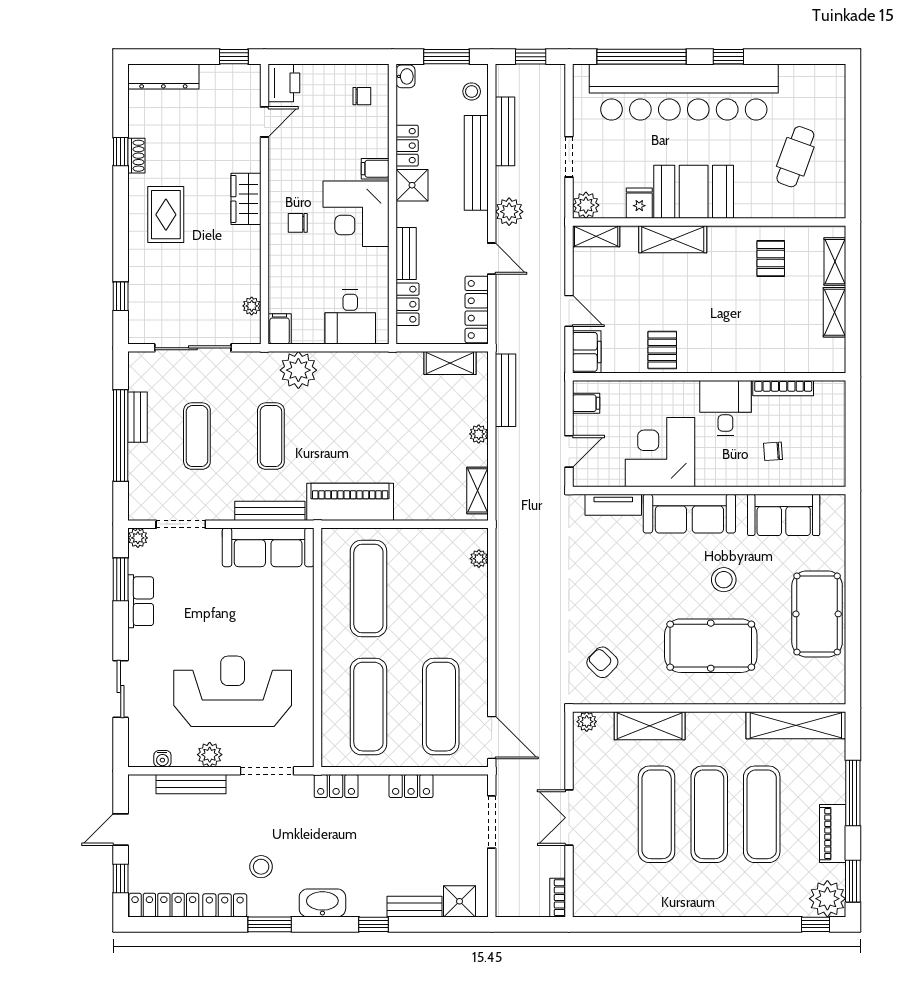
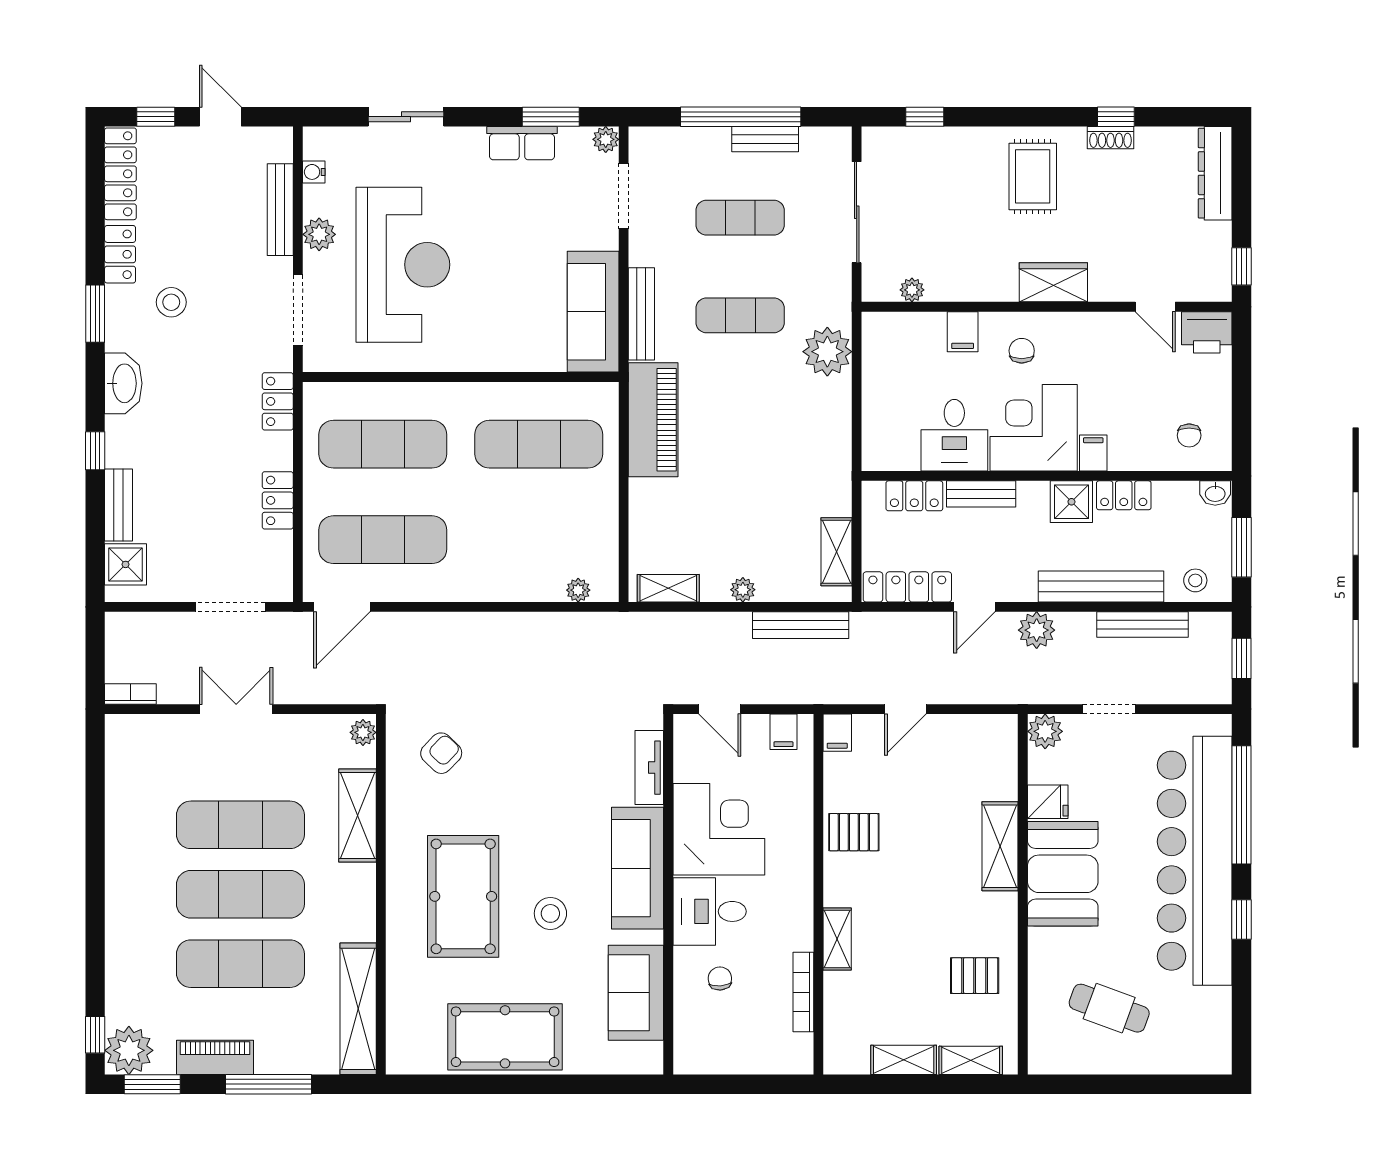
rug: (166, 215) -> (1033, 176), turned 90
shelving: (596, 236) -> (837, 939), moved
desk: (350, 317) -> (954, 435), moved, turned -90
filing cabinet: (280, 329) -> (963, 332), moved, turned 90
filing cabinet: (587, 352) -> (837, 733), width x0.50
desk: (725, 408) -> (710, 911), moved, turned 180

